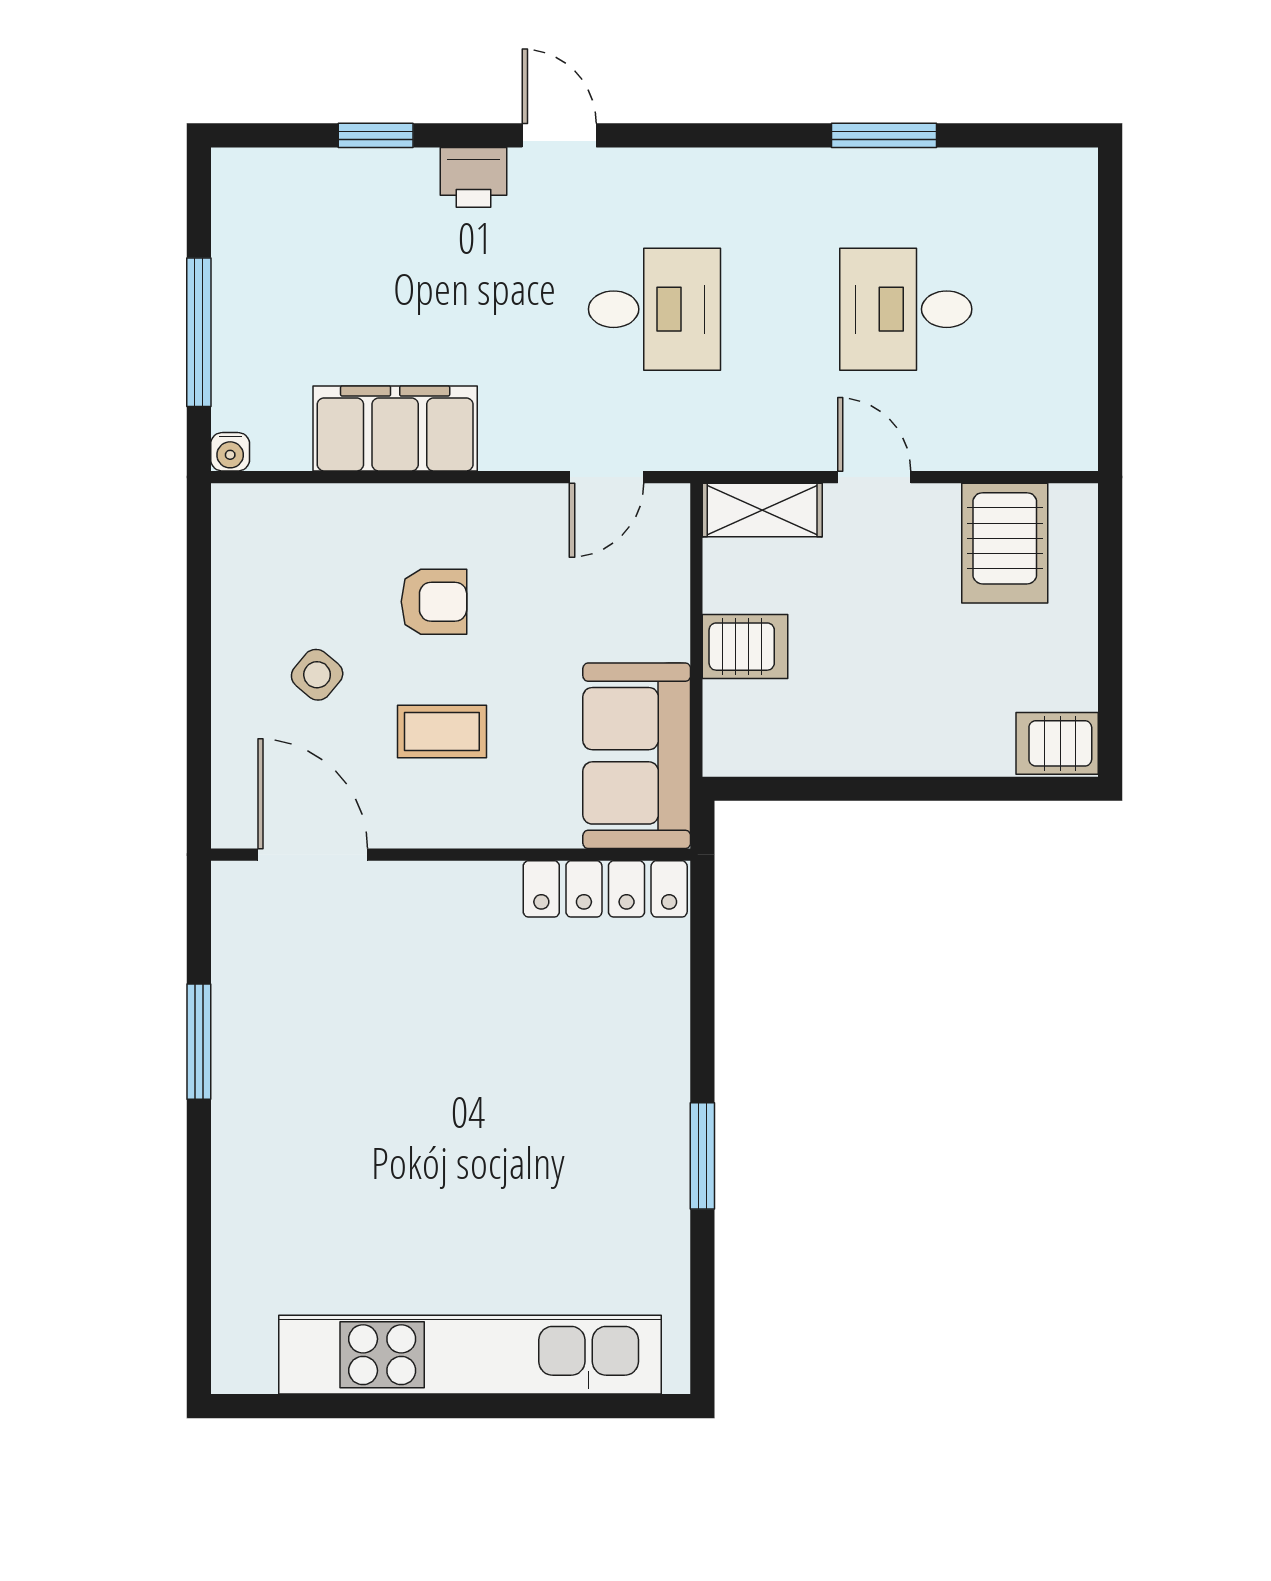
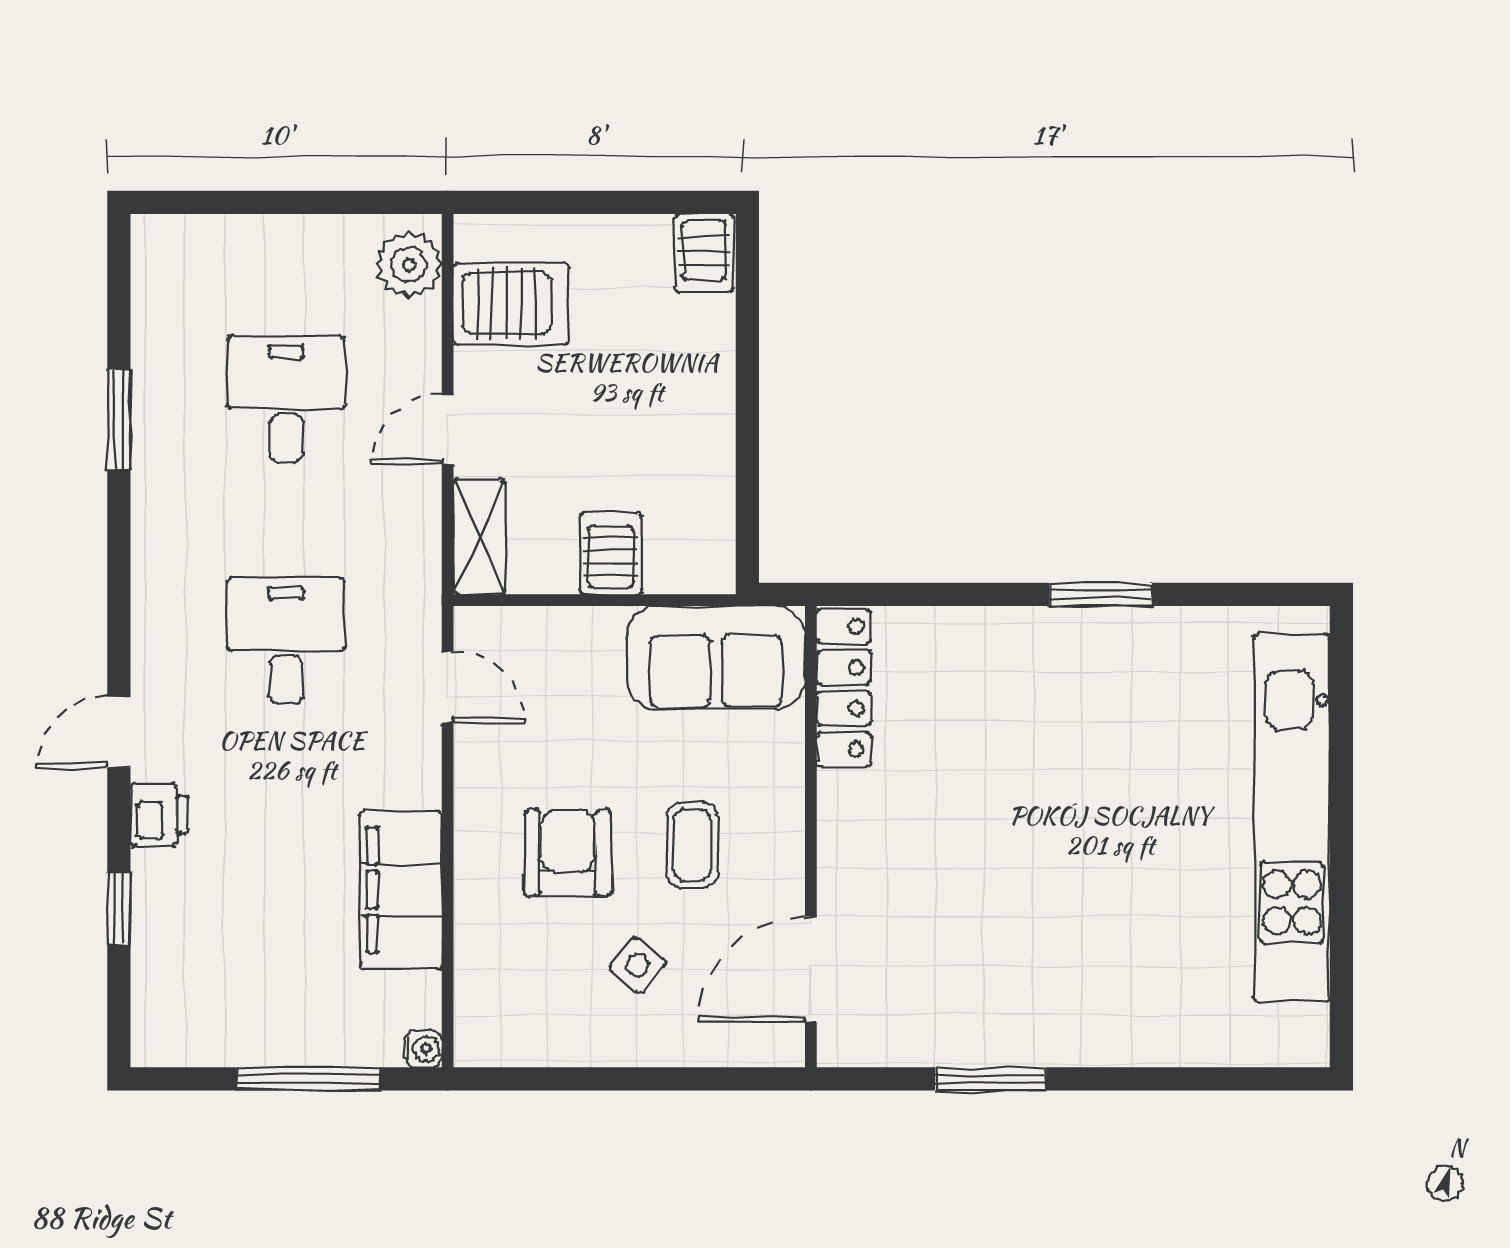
desk: (906, 309) -> (286, 399), turned 180
plant: (1045, 437) -> (409, 265), added
armchair: (434, 602) -> (568, 853), width x1.38, depth x1.38

